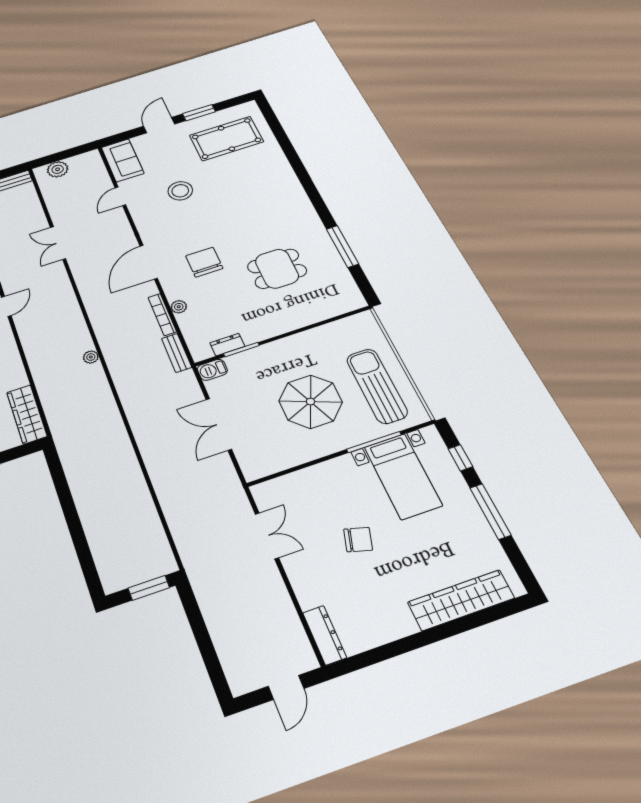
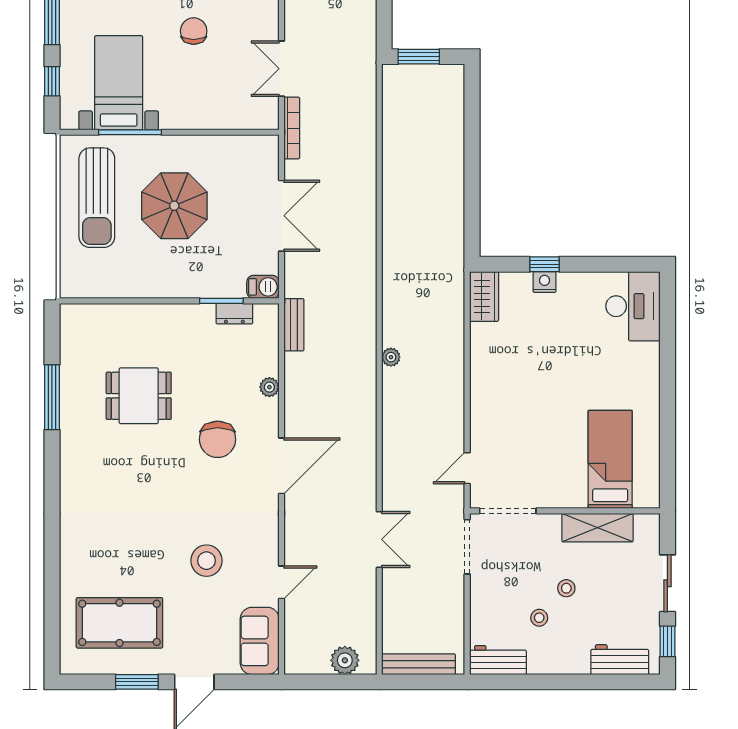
bookcase: (162, 315) -> (292, 128), moved
wardrobe: (27, 414) -> (484, 296), width x0.67
chair: (358, 540) -> (194, 31), turned 74

